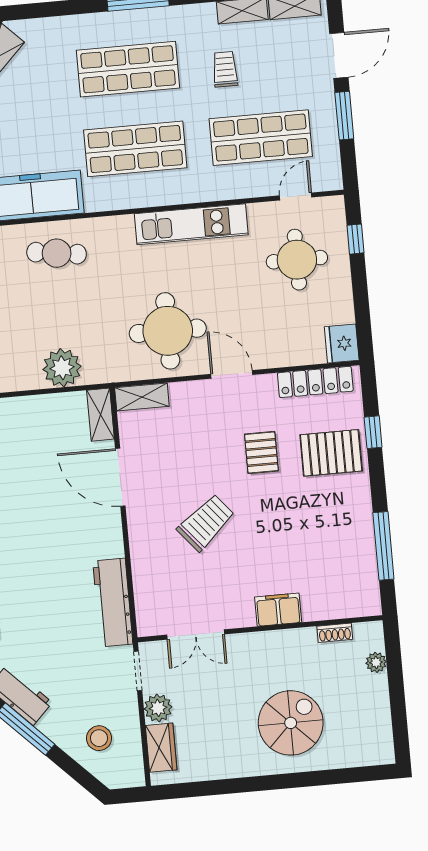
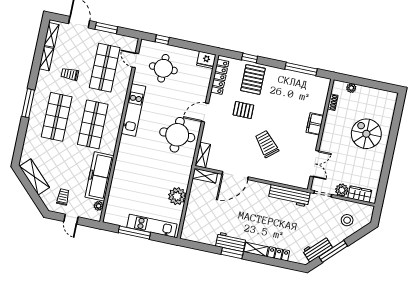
cafe table: (57, 253) -> (128, 173), removed
plant: (62, 368) -> (177, 196), moved

